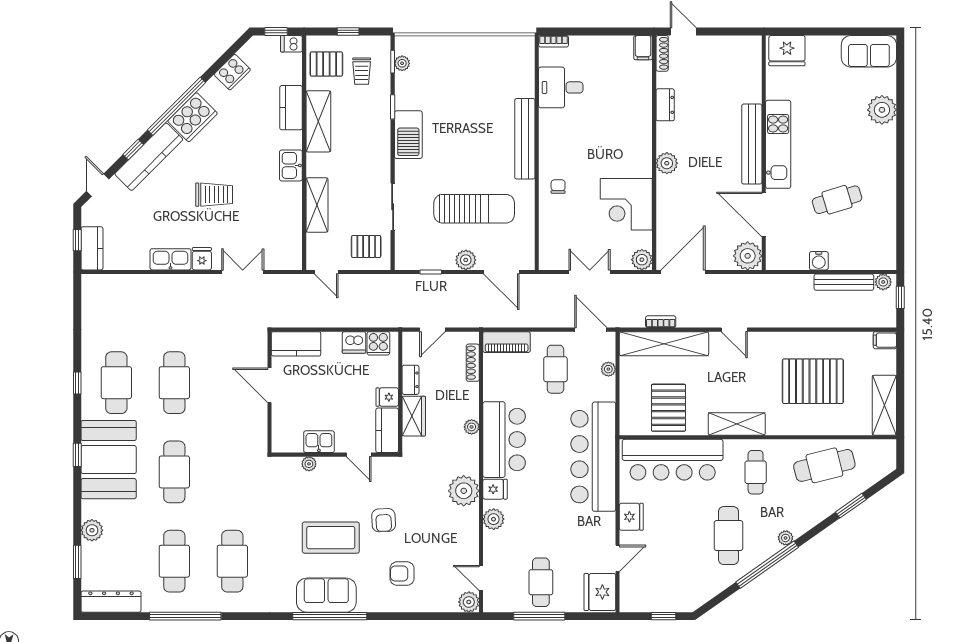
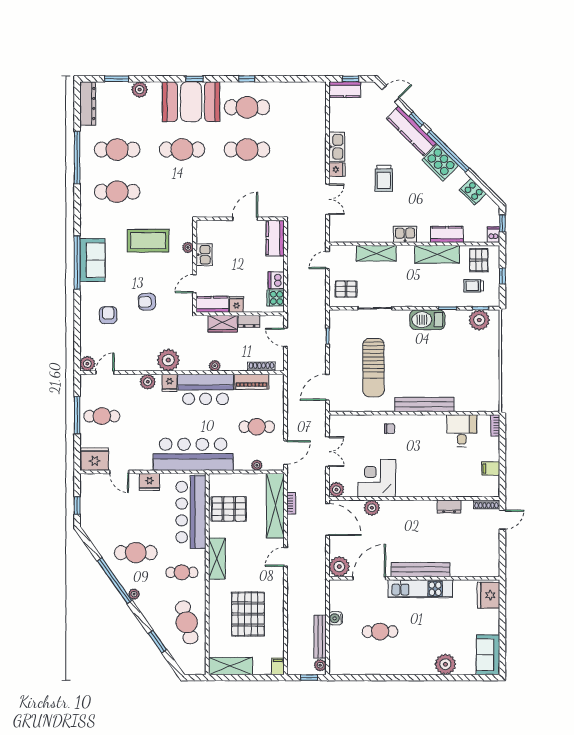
filing cabinet: (643, 48) -> (491, 469), moved
plant: (402, 63) -> (479, 320), width x1.88, depth x1.88
plant: (667, 163) -> (372, 508), moved
cafe table: (837, 200) -> (380, 632), turned -73
pallet: (366, 247) -> (346, 289), turned 90
plant: (466, 260) -> (336, 361), removed
piano: (507, 342) -> (251, 382), moved, turned -90
coffee table: (331, 538) -> (148, 241), moved, turned 90

